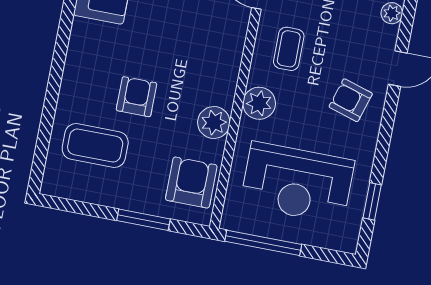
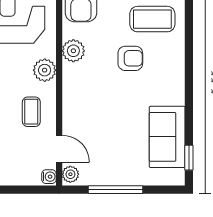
armchair: (136, 97) -> (130, 58), turned -90

